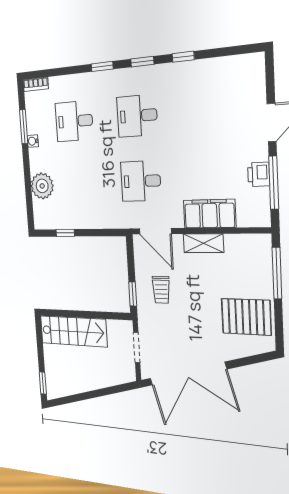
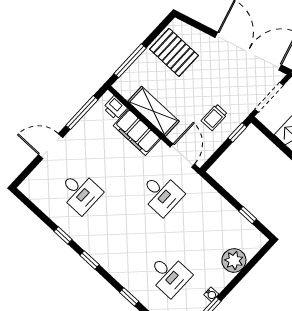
window: (102, 67) -> (129, 297), moved
desk: (137, 116) -> (80, 192), moved
printer: (259, 174) -> (115, 108), moved, turned 90
shelving: (203, 243) -> (154, 111), width x1.50, depth x1.33
trolley: (161, 290) -> (214, 117), turned 180
doorway: (137, 348) -> (269, 97), width x1.38

